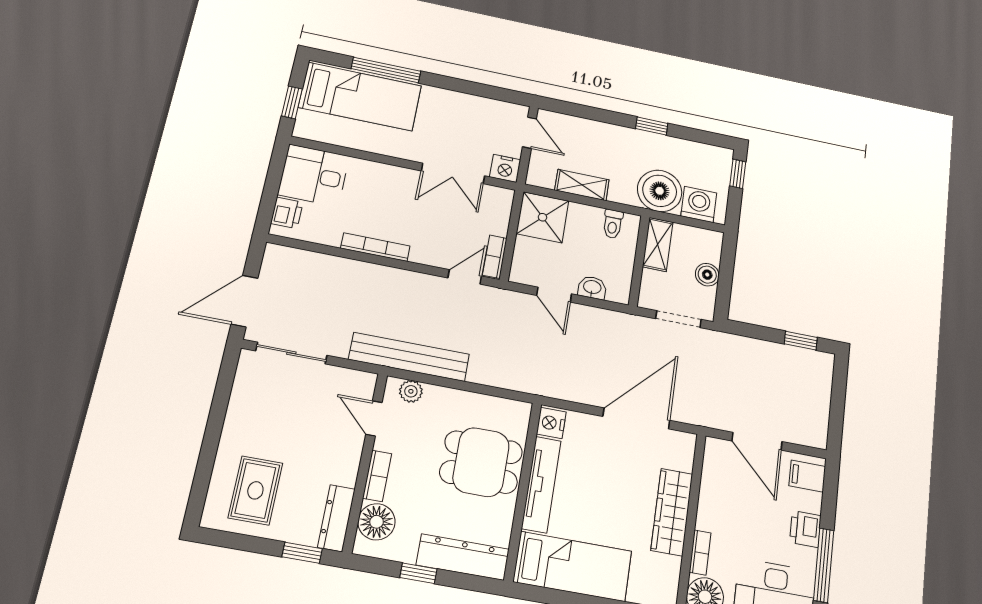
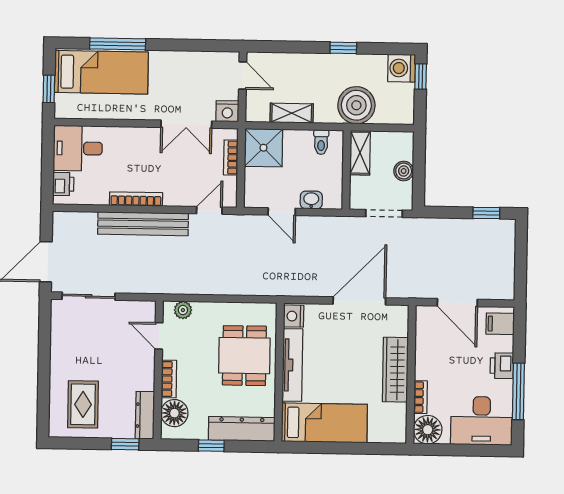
washing machine: (699, 204) -> (402, 68), moved, turned -90
bookcase: (495, 257) -> (231, 158), moved
bench: (409, 357) -> (143, 224), moved
dining table: (481, 462) -> (244, 356), turned 90

